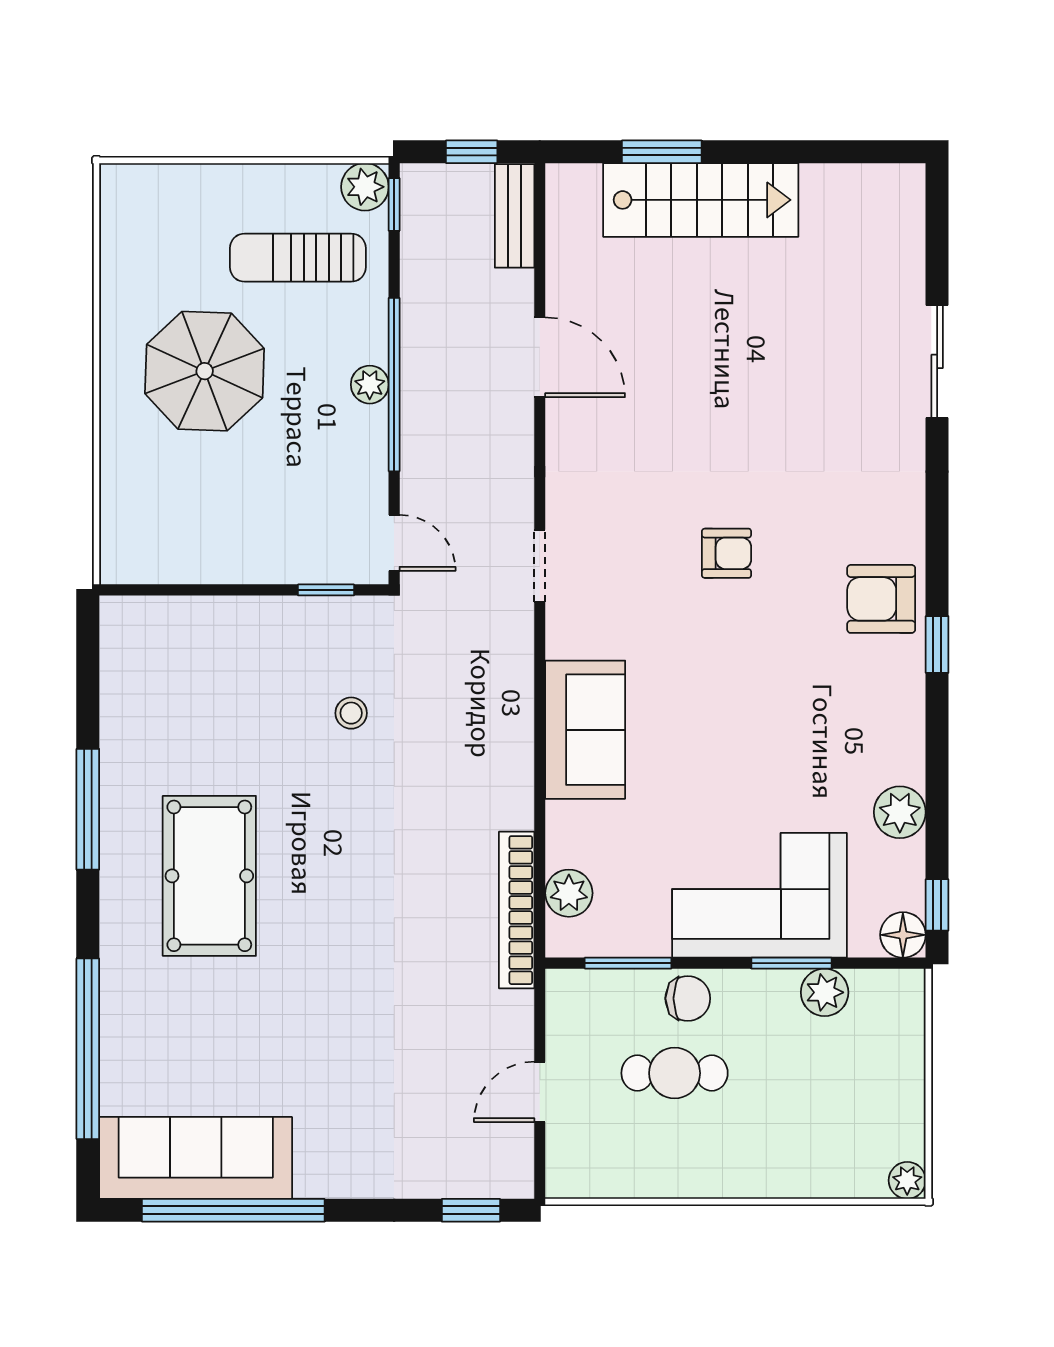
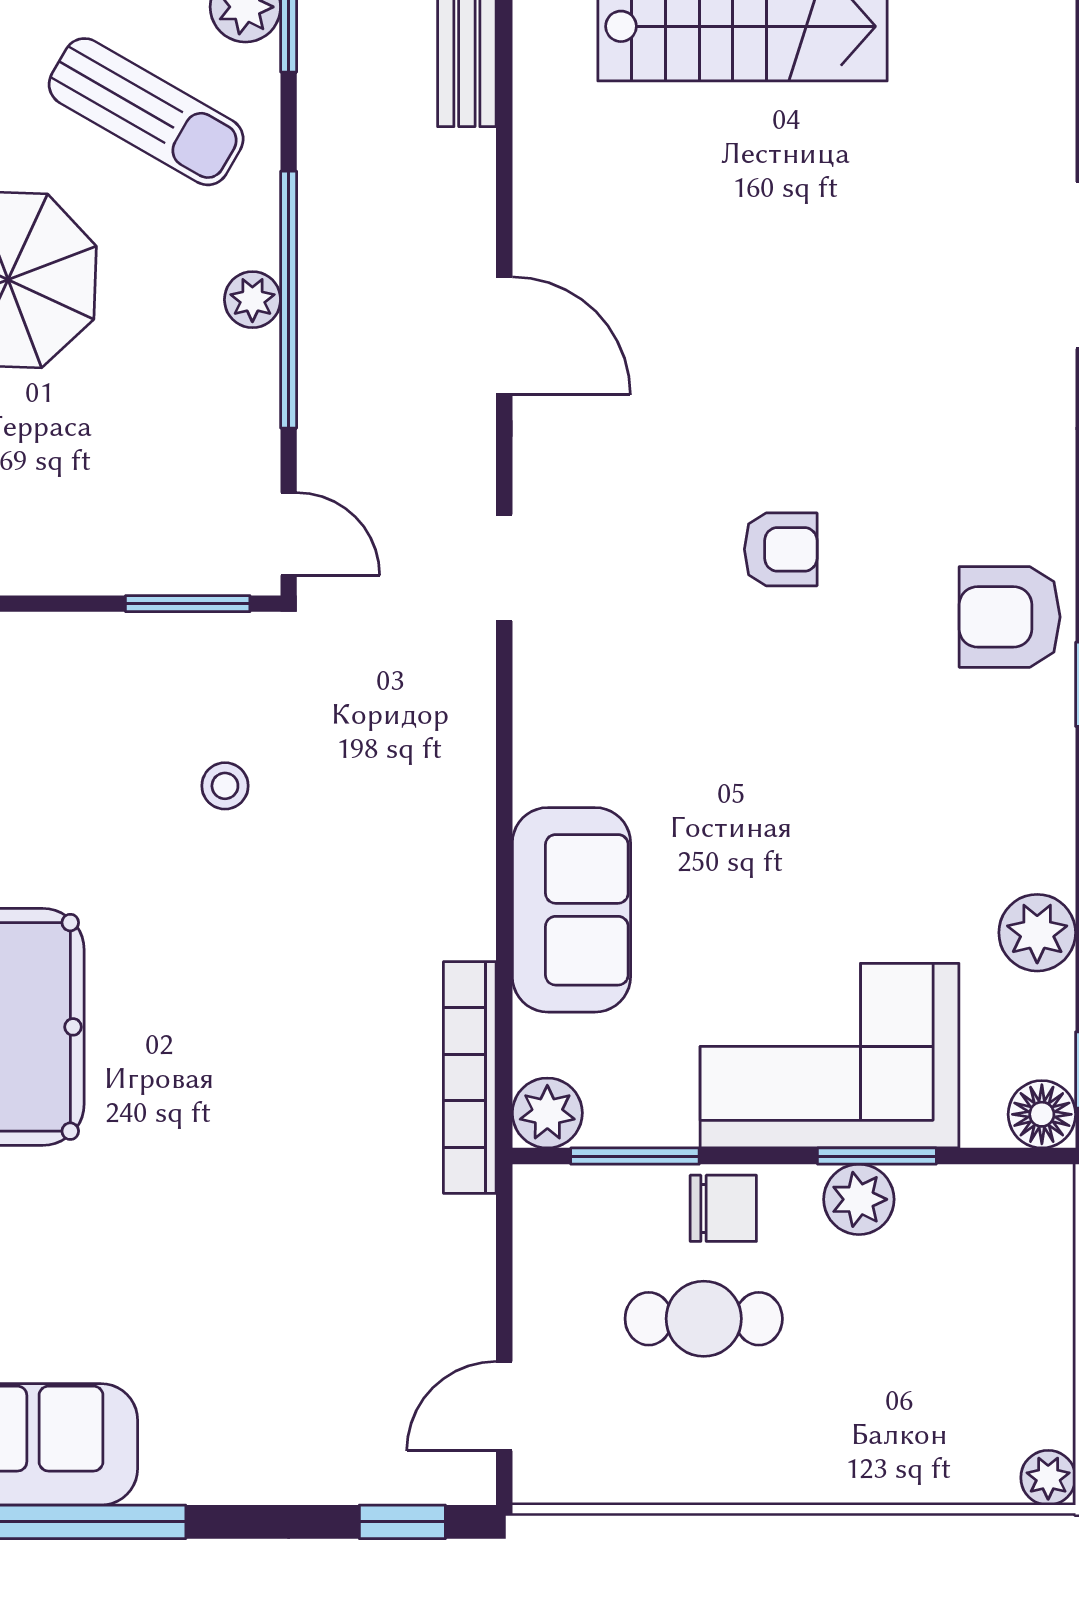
sun lounger: (298, 258) -> (146, 112), turned -150
door: (540, 357) -> (504, 336), moved
window: (326, 590) -> (188, 604), width x1.50
sofa: (585, 730) -> (571, 910), moved
plant: (569, 893) -> (547, 1113), moved
plant: (825, 992) -> (859, 1199), moved
door: (540, 1092) -> (504, 1406), moved

